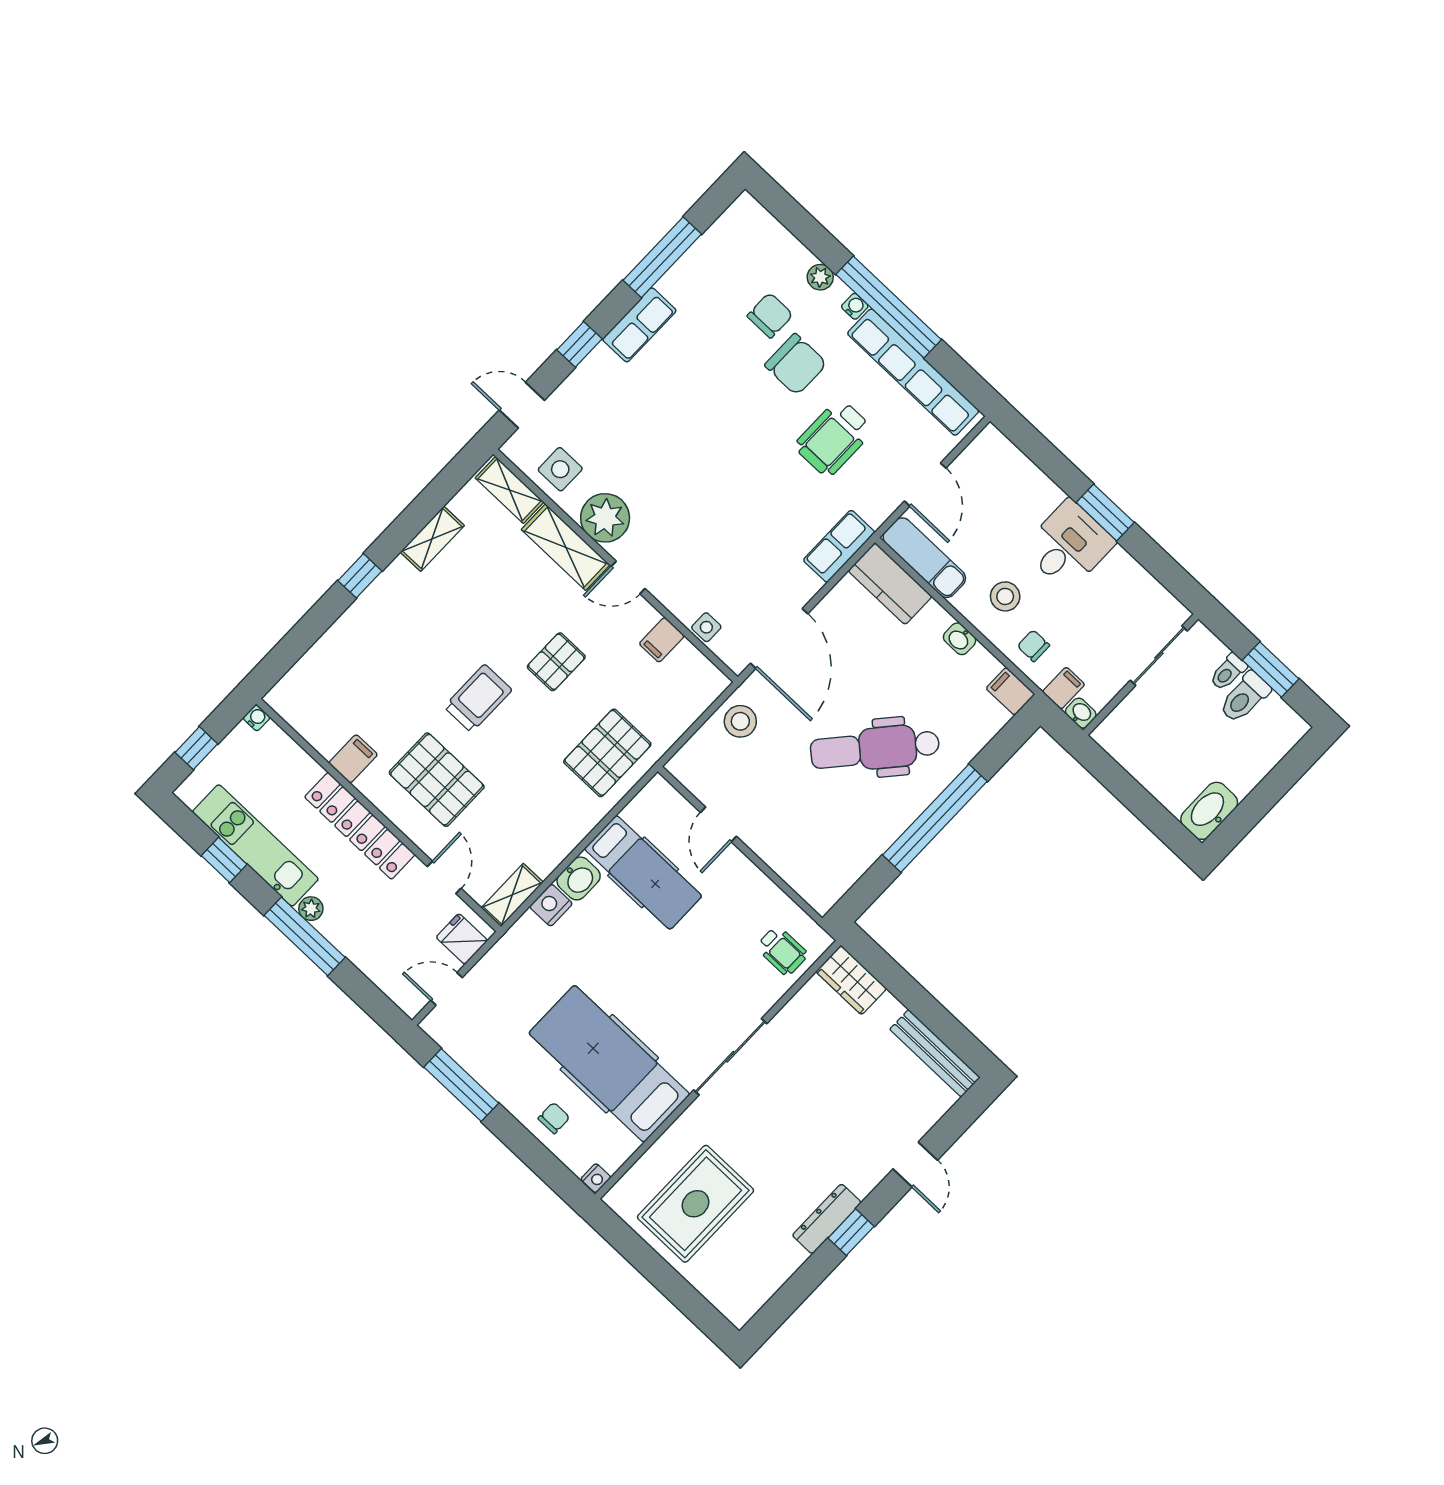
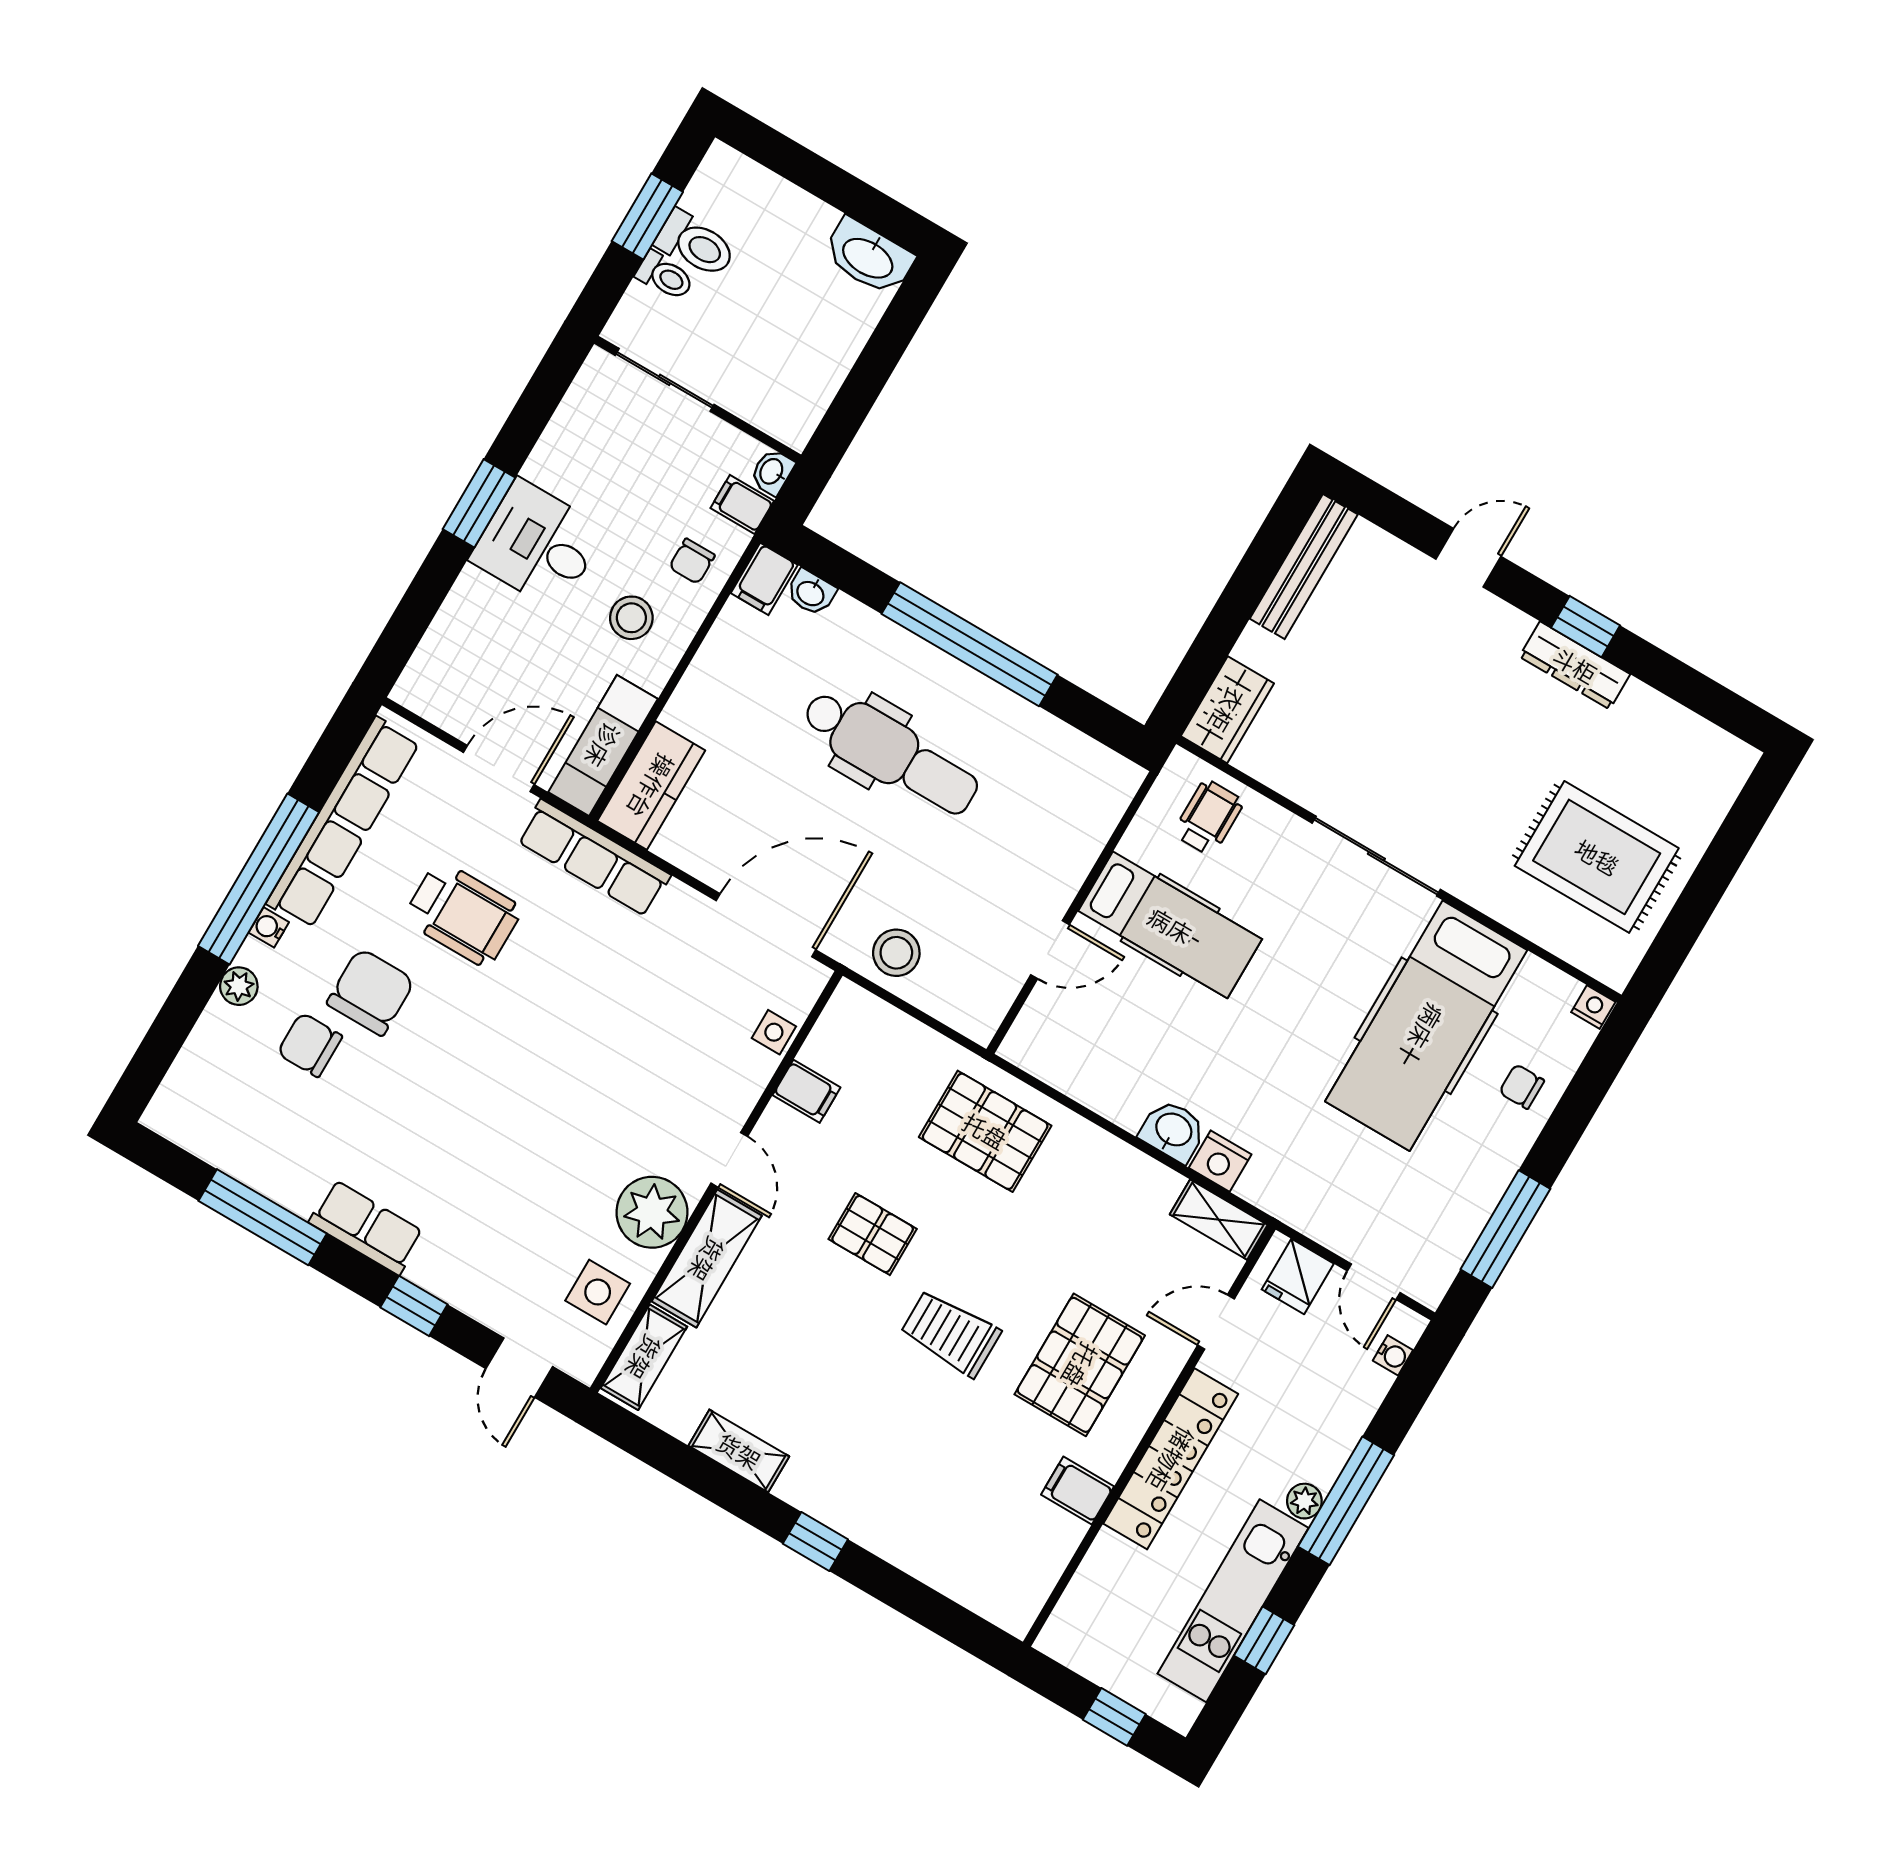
row of seats: (839, 546) -> (594, 858), width x1.48
washbasin: (960, 639) -> (811, 593), moved, turned 90
water cooler: (257, 718) -> (1393, 1355), moved, turned 180
dental chair: (875, 748) -> (890, 753), turned -41
hospital bed: (643, 872) -> (1170, 925), moved, turned 90

